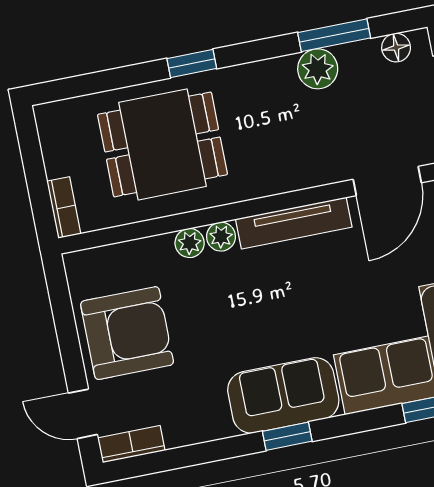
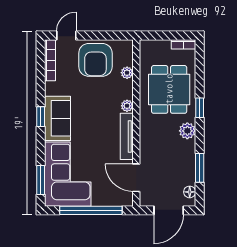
plant: (318, 69) -> (187, 131), moved
bookcase: (64, 207) -> (184, 44), moved
plant: (190, 243) -> (127, 73), moved
bookcase: (131, 444) -> (50, 60), width x1.56

